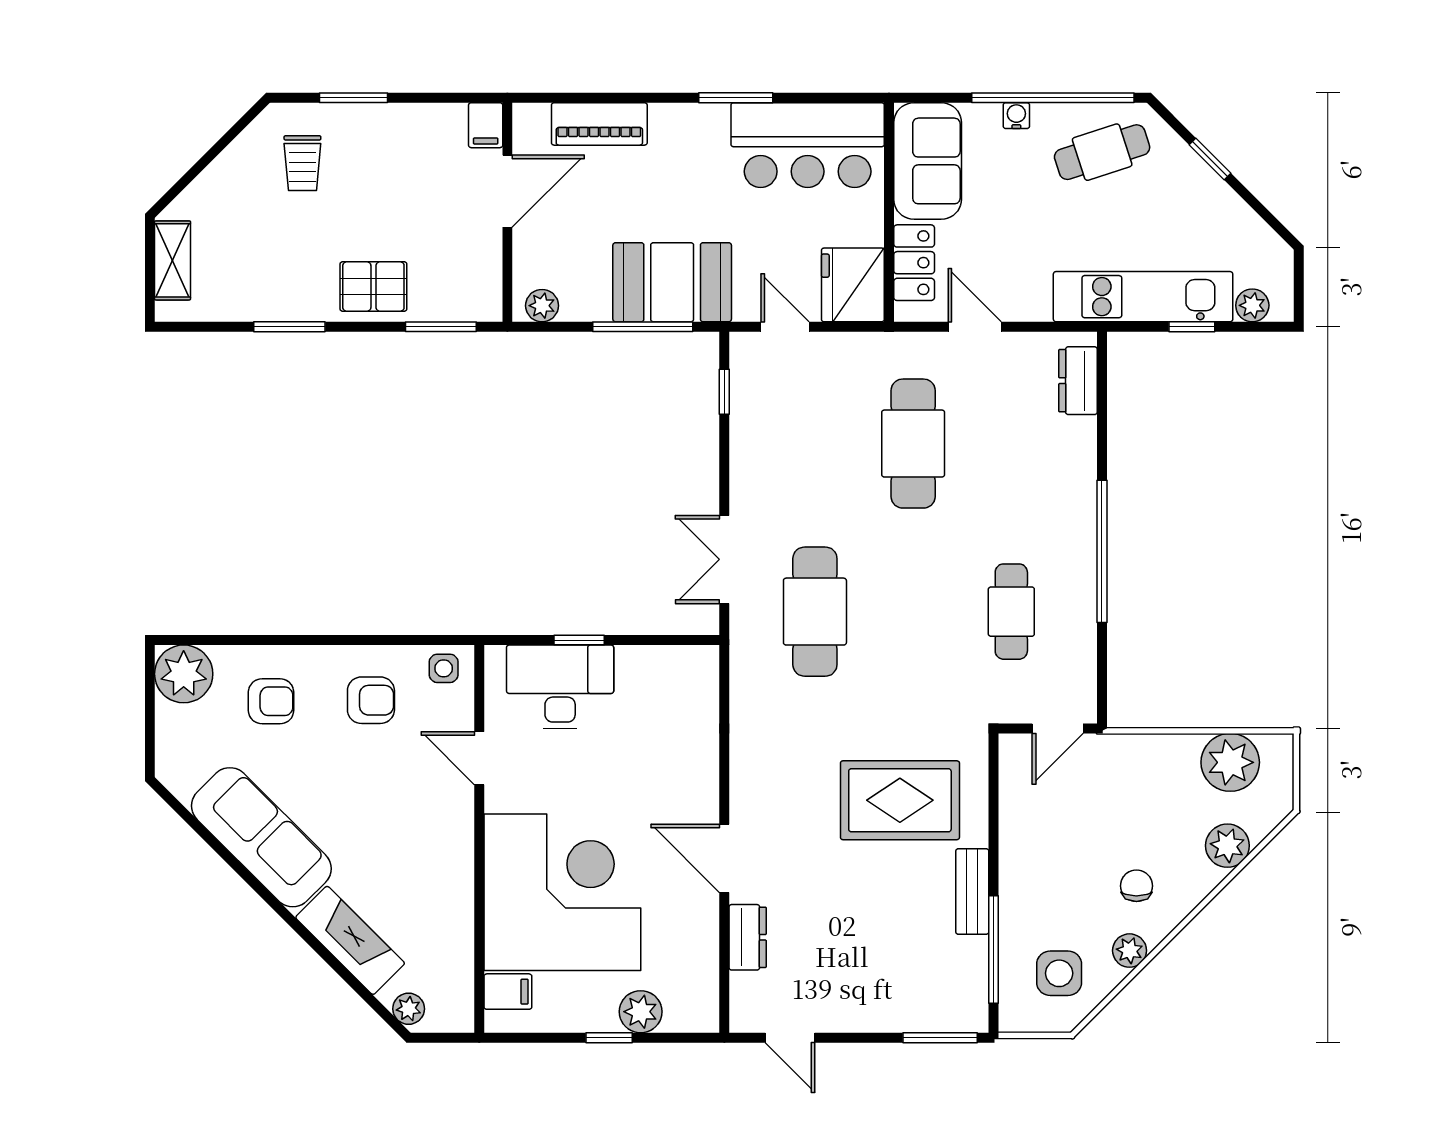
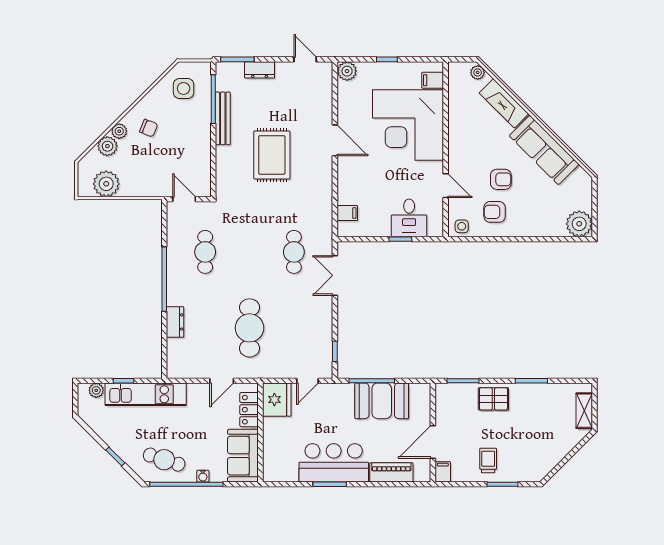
bar counter: (808, 145) -> (334, 463), moved
cafe table: (1102, 152) -> (164, 460), turned 36
trolley: (302, 163) -> (488, 460), moved
booth: (672, 282) -> (382, 401), moved
plant: (542, 306) -> (417, 390), removed
door: (785, 327) -> (307, 381), hinge flipped
door: (975, 327) -> (222, 381), hinge flipped
dresser: (1078, 381) -> (175, 322), moved
double door: (724, 559) -> (335, 275), swing flipped
cafe table: (815, 612) -> (294, 252), width x0.73, depth x0.74
desk: (560, 687) -> (409, 218), width x0.73
filing cabinet: (697, 698) -> (347, 213), added
armchair: (271, 701) -> (501, 179), moved, turned 180
door: (1058, 728) -> (184, 199), hinge flipped
rug: (900, 800) -> (272, 155), moved, turned 90
chair: (1136, 886) -> (149, 128), turned -68
bench: (972, 891) -> (223, 118), width x1.36
dresser: (748, 937) -> (260, 70), moved, turned -90
plant: (1130, 951) -> (119, 131), moved
plant: (641, 1012) -> (347, 71), moved

